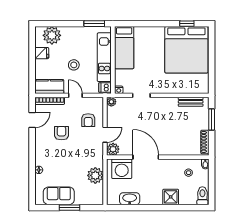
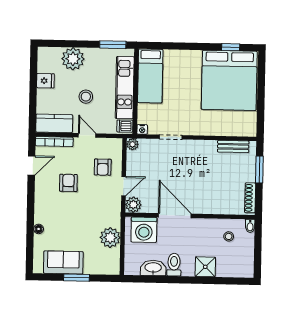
plant: (52, 35) -> (73, 59), moved
toilet: (202, 196) -> (174, 265), moved

